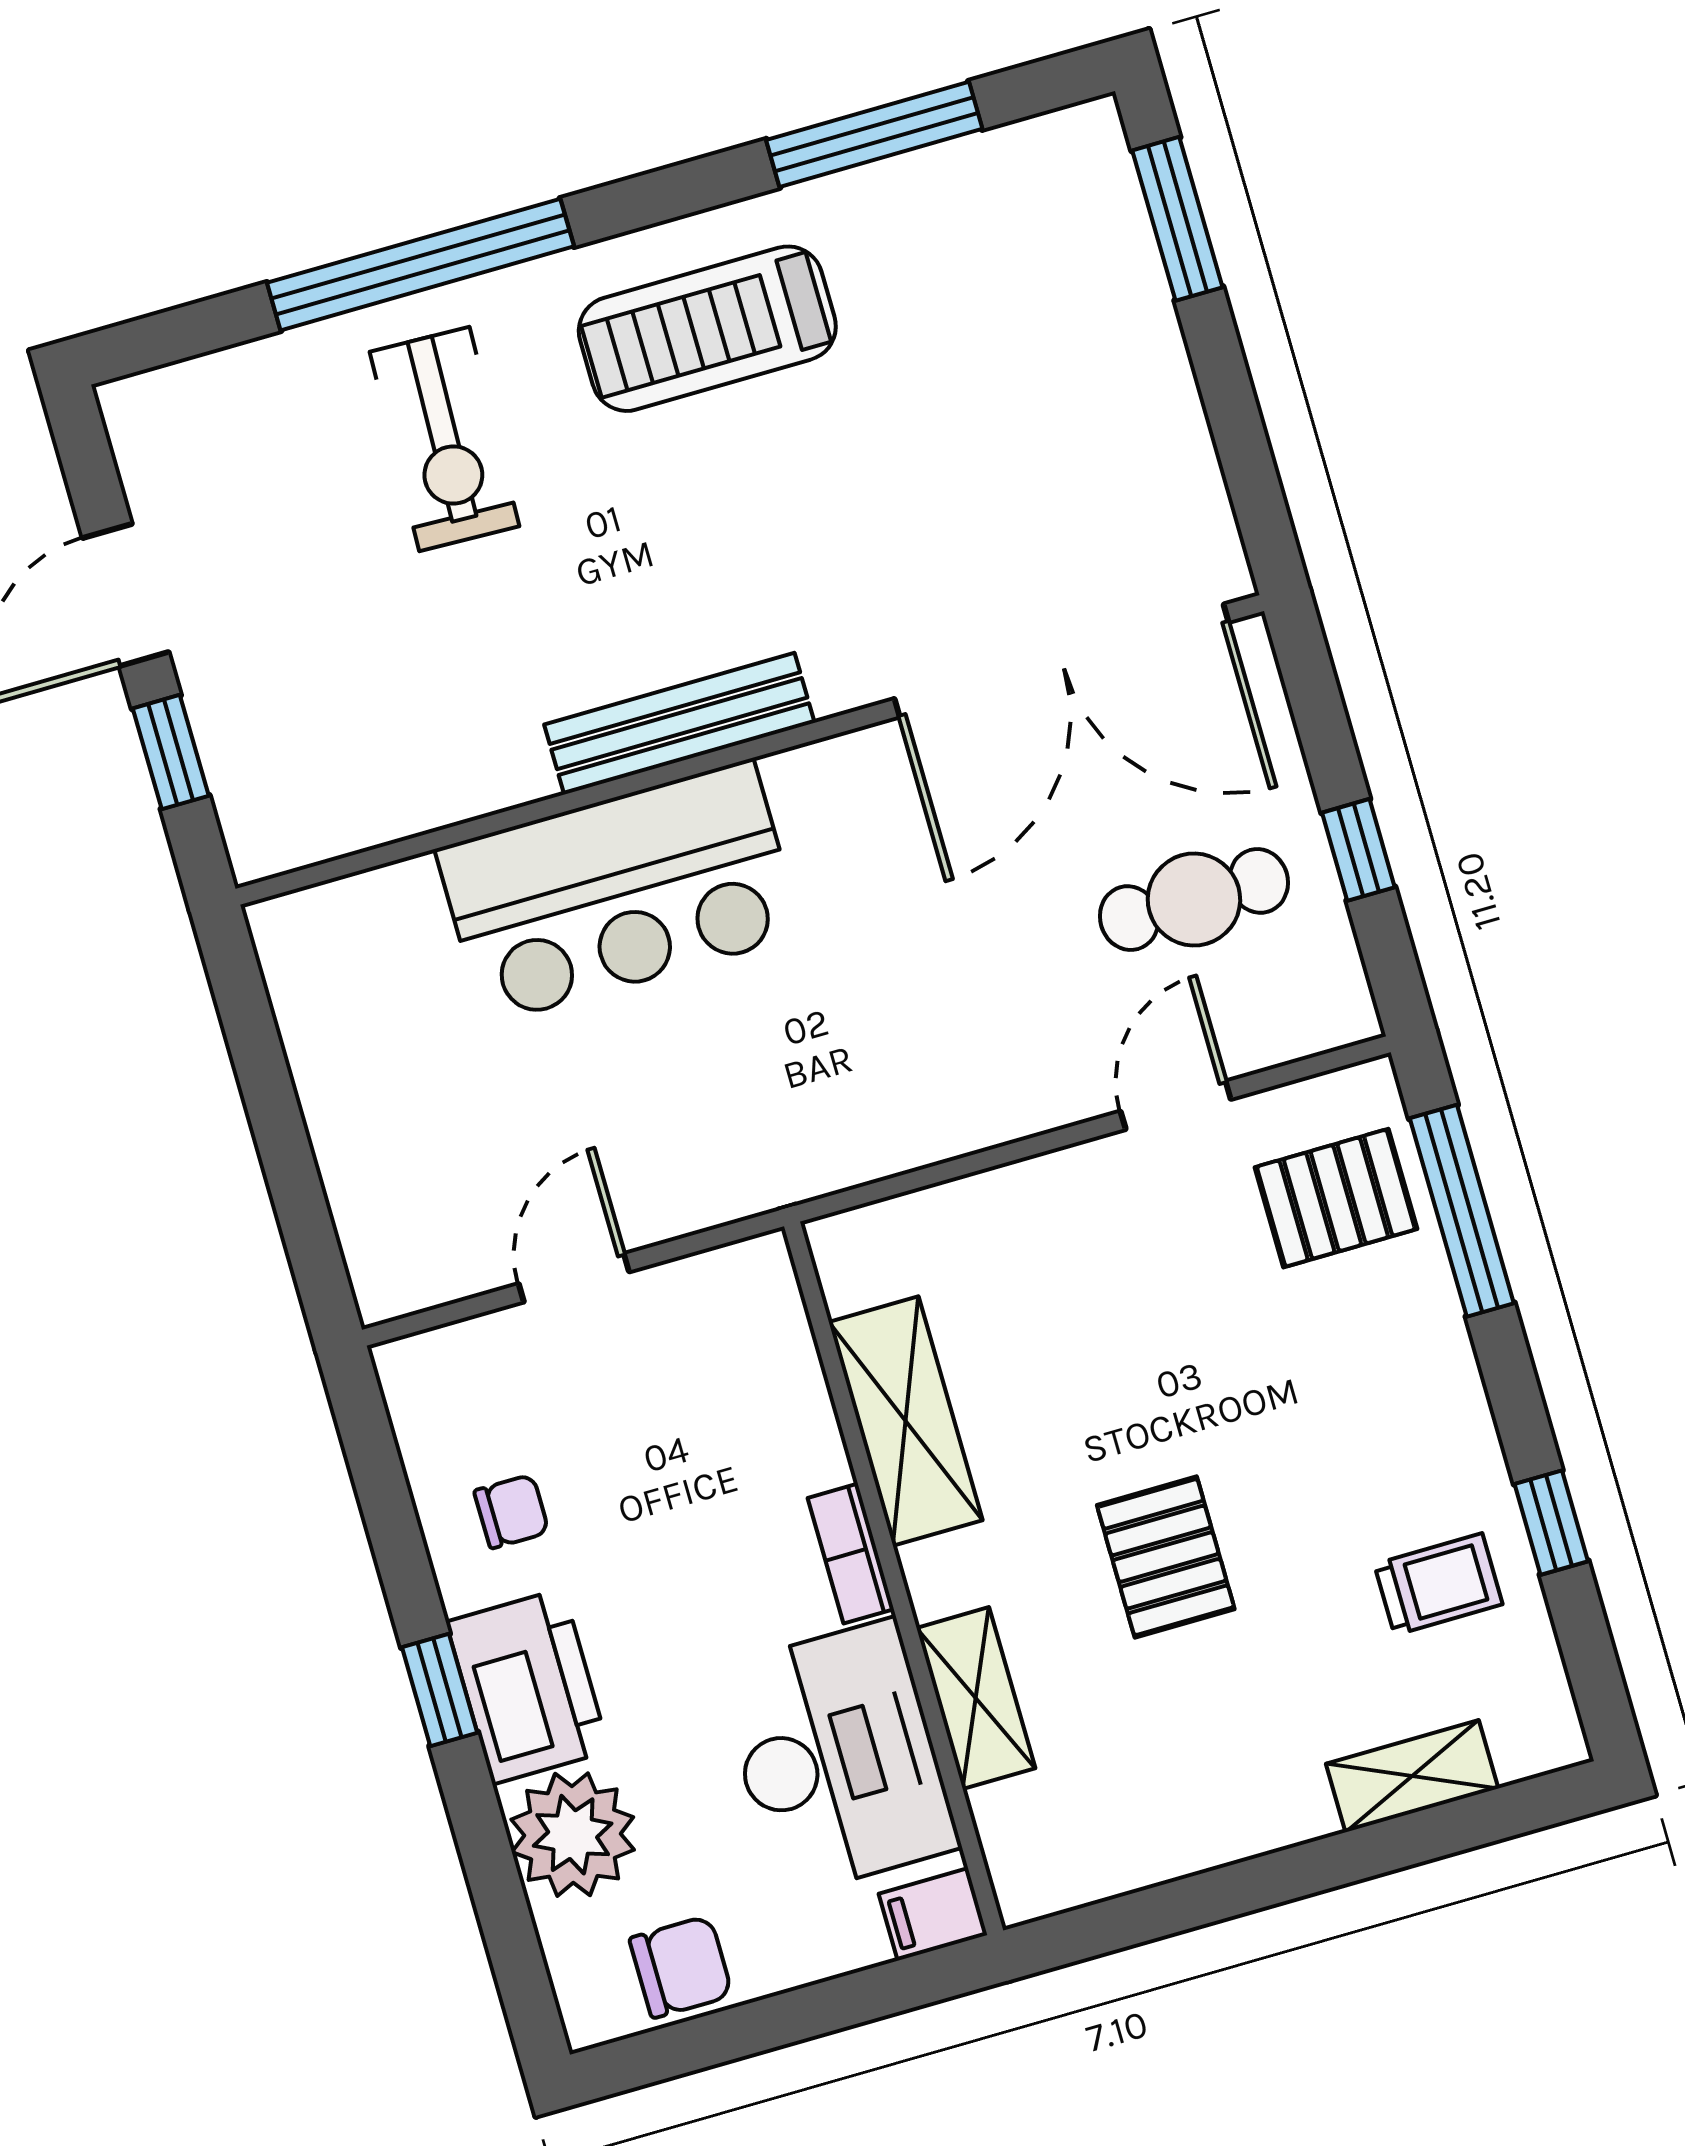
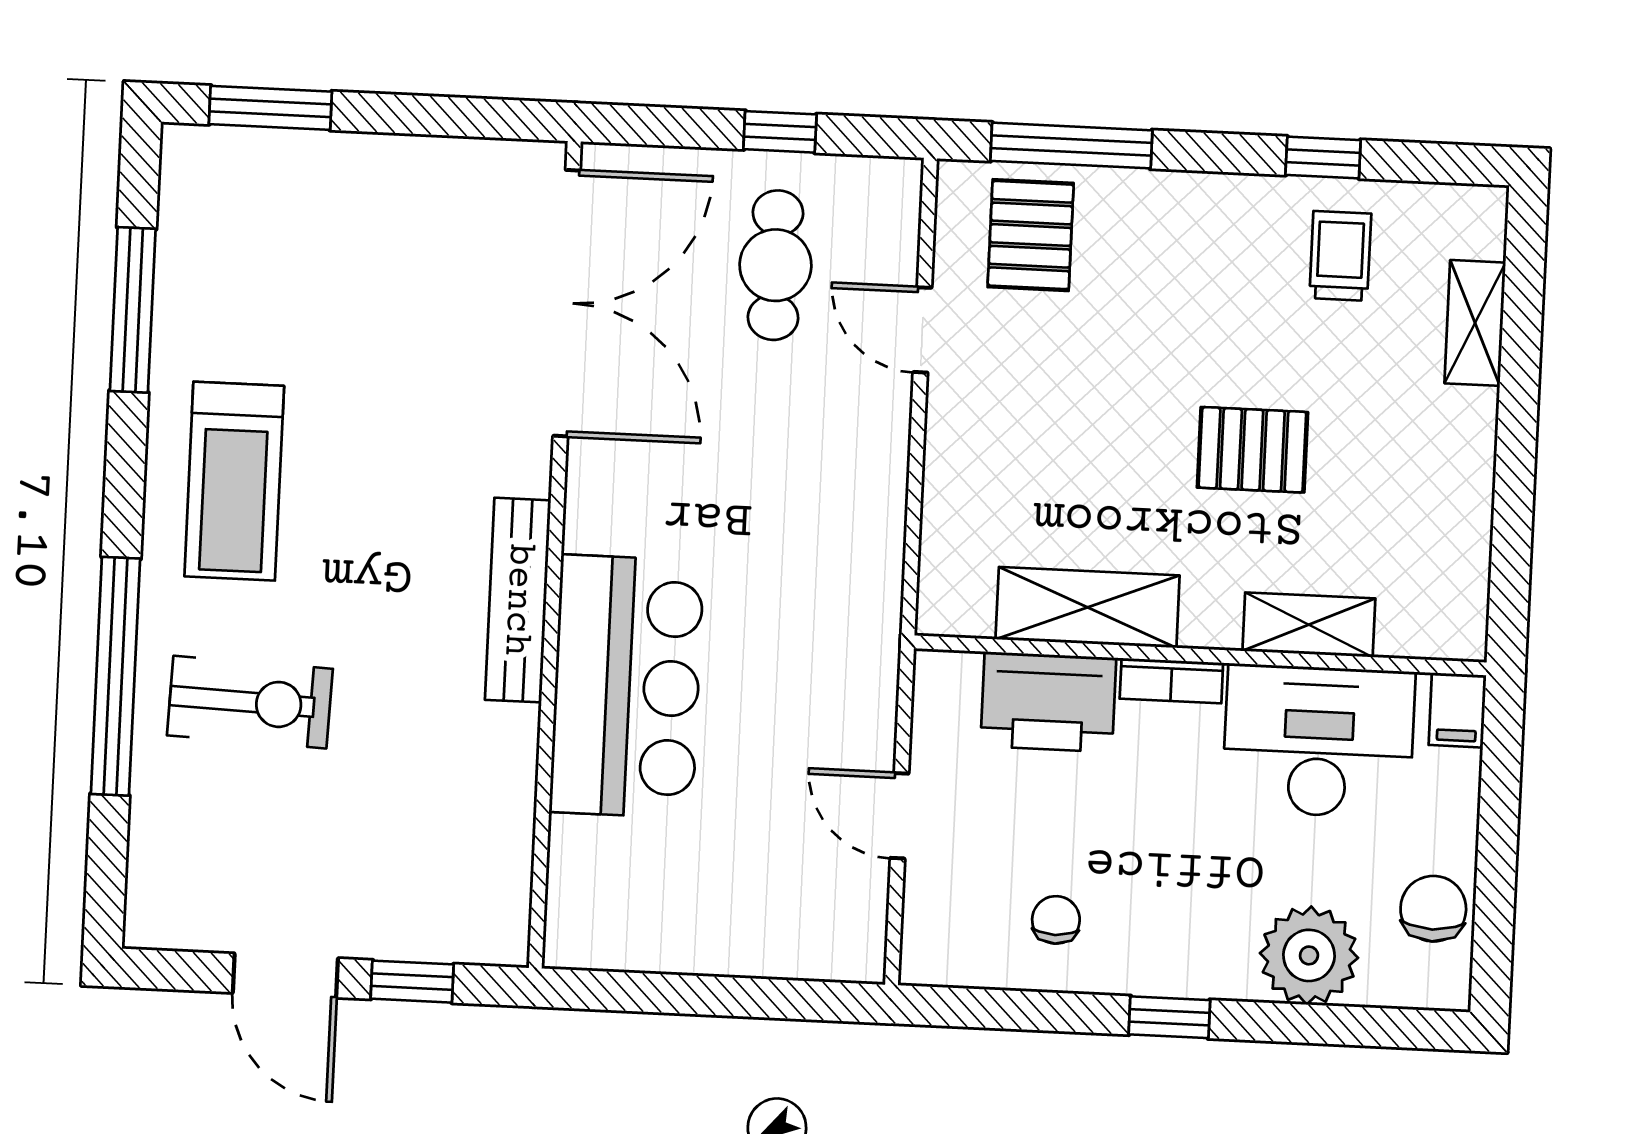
printer: (528, 1686) -> (1048, 702), moved, turned 180

